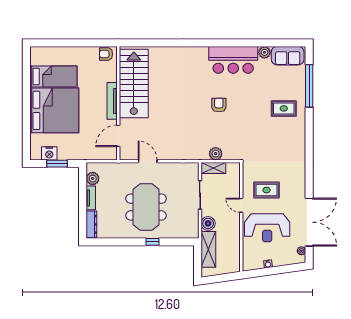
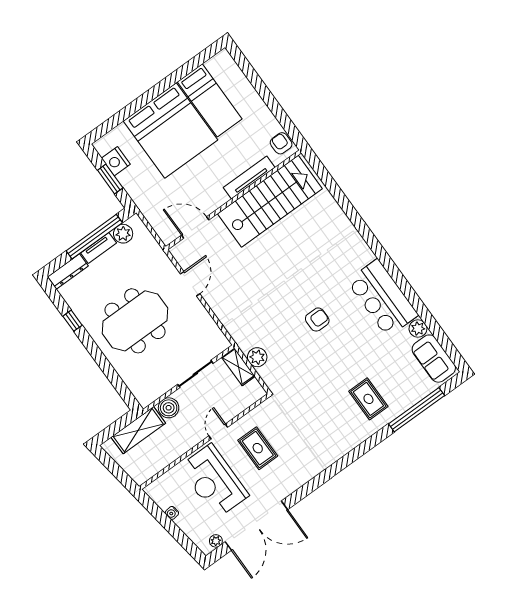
tv unit: (112, 101) -> (249, 178), moved
window: (83, 196) -> (94, 237), added
window: (153, 242) -> (73, 321), moved

